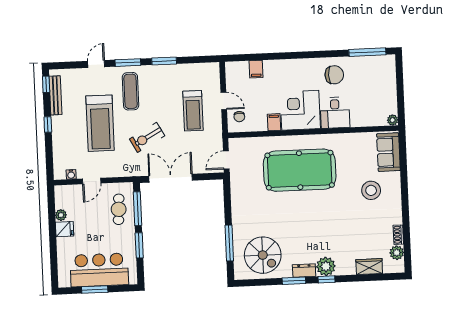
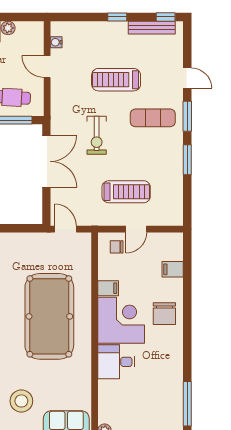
chair: (334, 75) -> (164, 314), moved
treadmill: (193, 111) -> (126, 192), turned 180
treadmill: (100, 123) -> (116, 80), width x0.73, depth x0.73
exercise bike: (147, 137) -> (97, 135), turned -151

